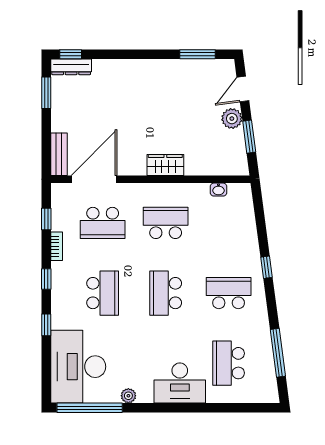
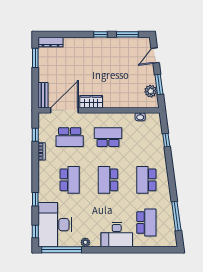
window: (71, 54) -> (100, 34), moved
plant: (232, 119) -> (151, 91), moved
wardrobe: (165, 165) -> (91, 102), moved
window: (267, 267) -> (166, 140), moved
window: (46, 279) -> (35, 231), moved
school desk: (229, 293) -> (146, 180), turned -90
school desk: (229, 363) -> (146, 223), turned 180

